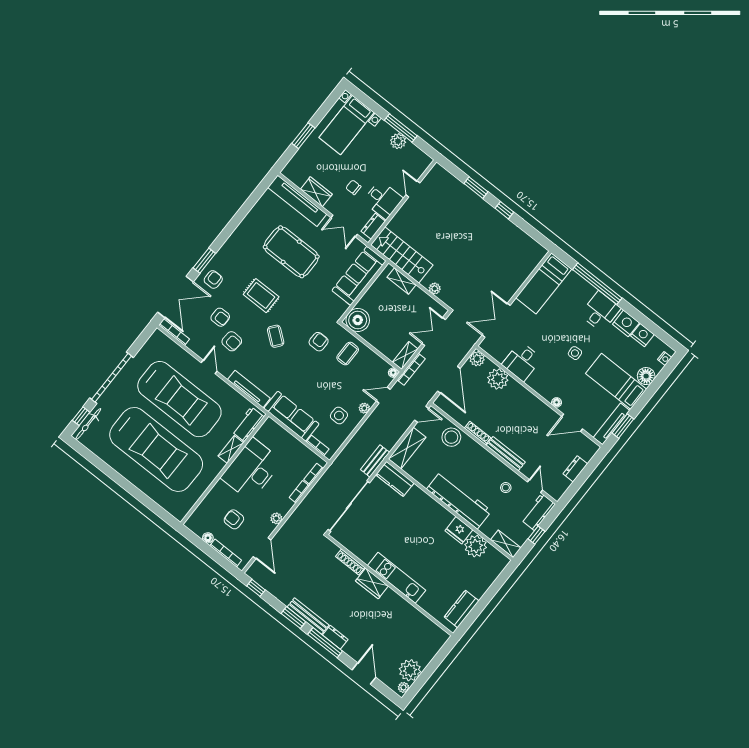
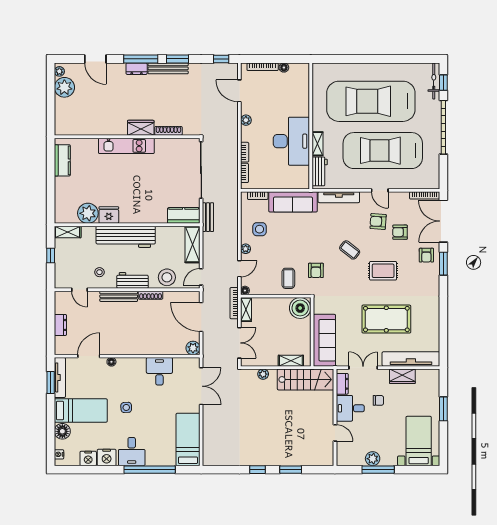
plant: (498, 379) -> (167, 345), removed
workbench: (538, 512) -> (133, 280), moved, turned -90
armchair: (234, 519) -> (276, 95), removed

